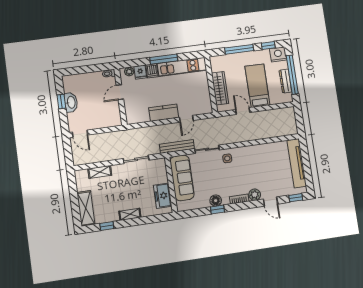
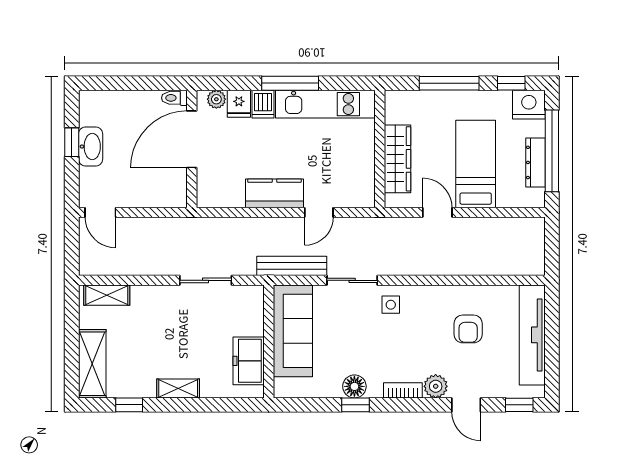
door: (120, 92) -> (192, 139), width x1.87
armchair: (266, 165) -> (468, 329), added
shelving: (100, 172) -> (107, 295), moved

